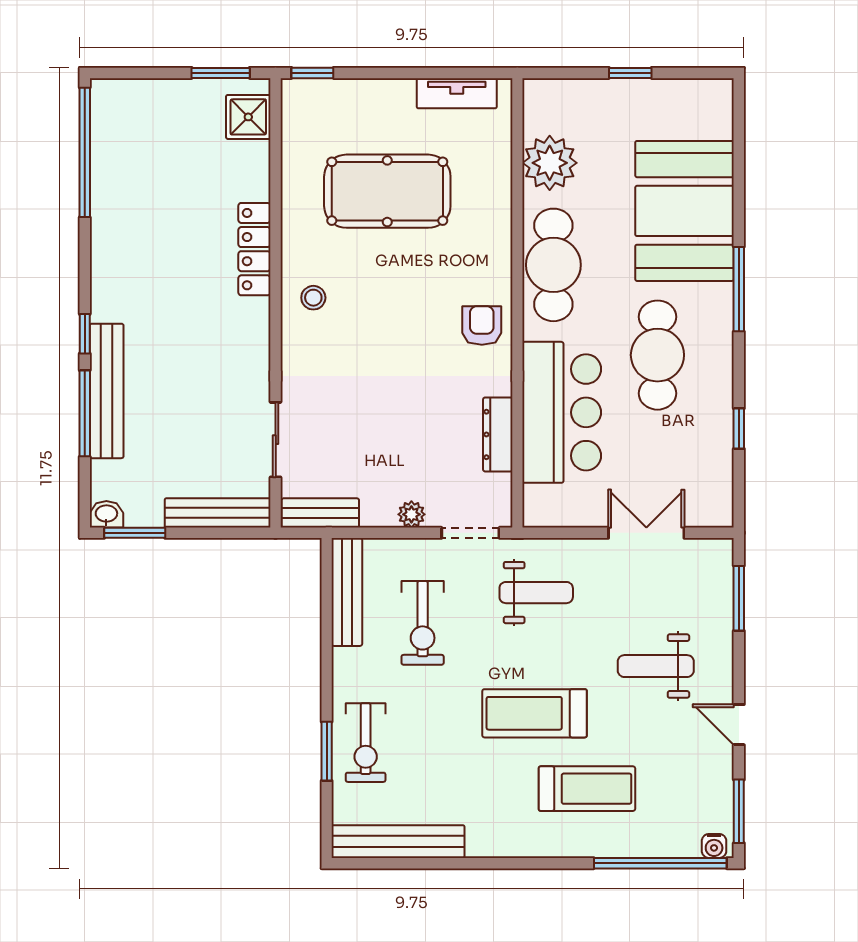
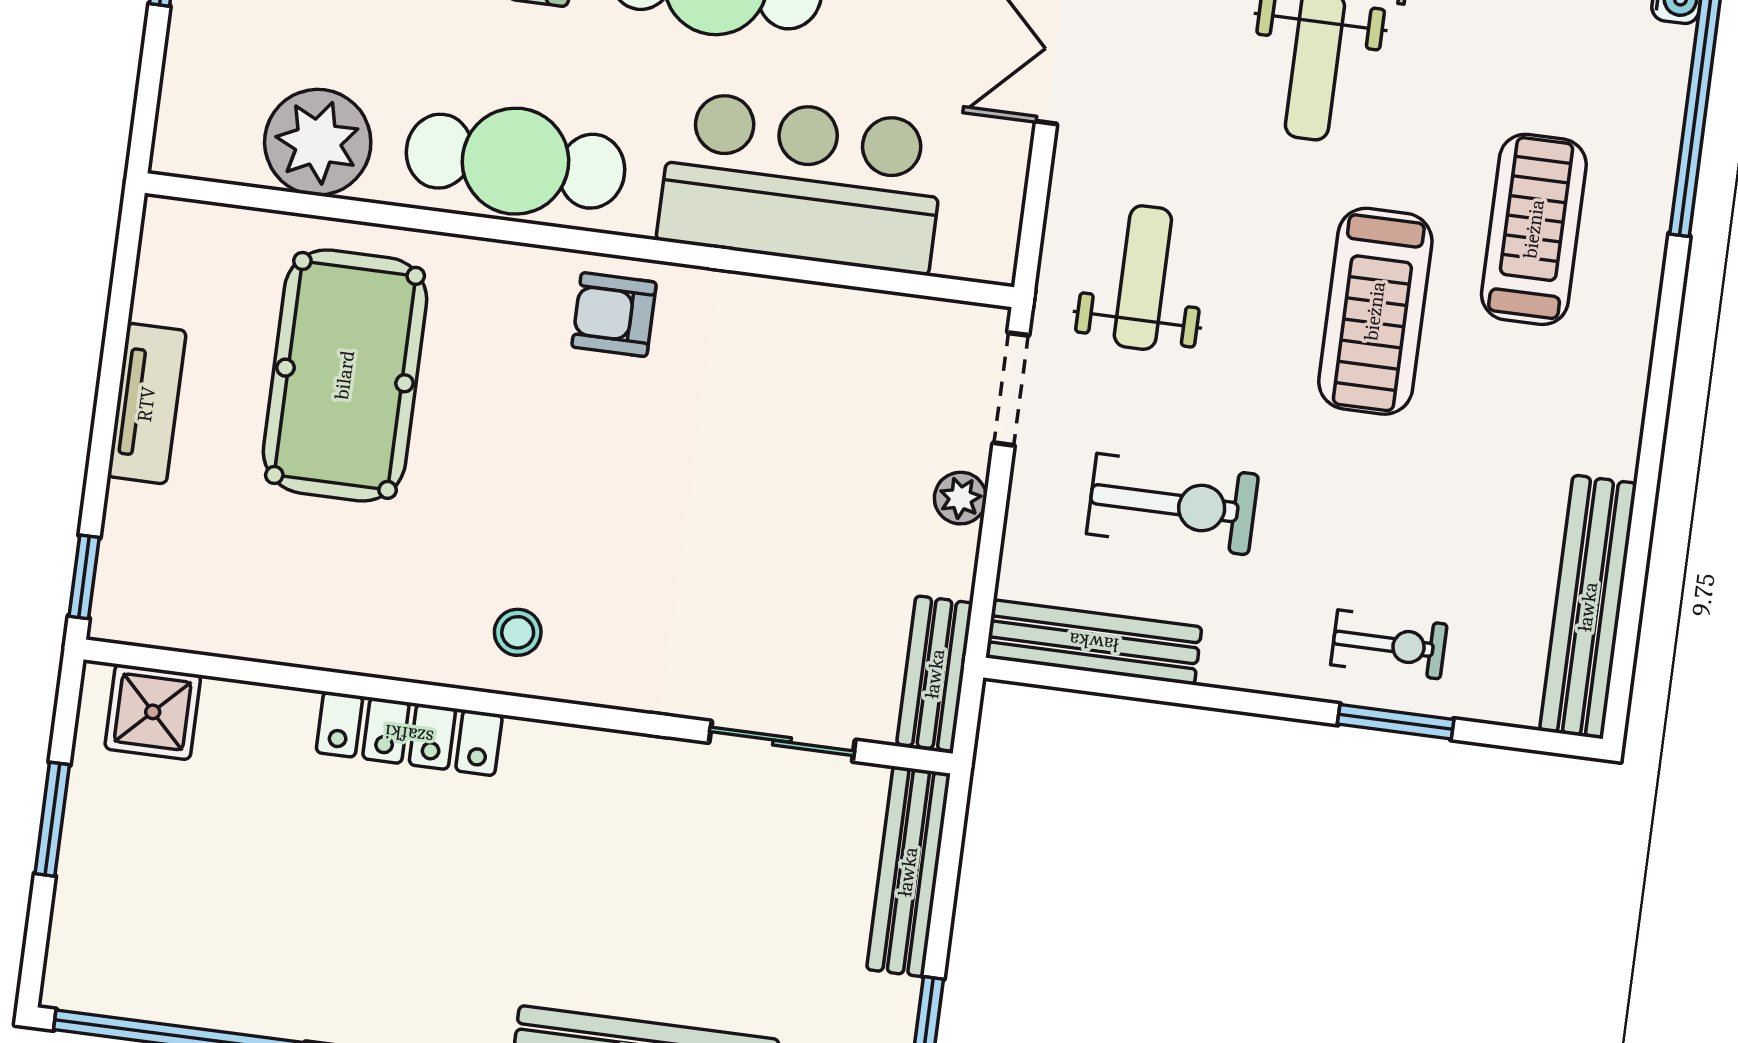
window: (221, 73) -> (52, 819), moved
tv unit: (457, 93) -> (147, 404), moved
pool table: (387, 191) -> (345, 375), moved
dresser: (498, 434) -> (828, 311), removed
exercise bike: (366, 743) -> (1389, 644), width x0.73, depth x0.72

